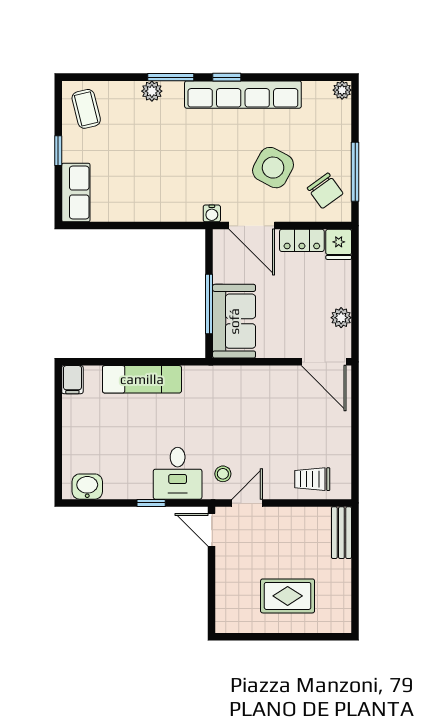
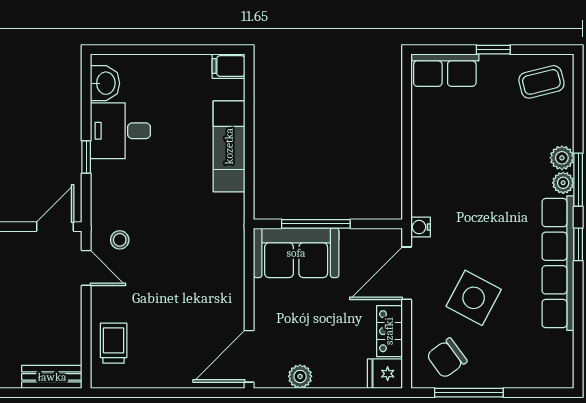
plant: (342, 90) -> (563, 183), moved
desk: (178, 473) -> (120, 131), moved

